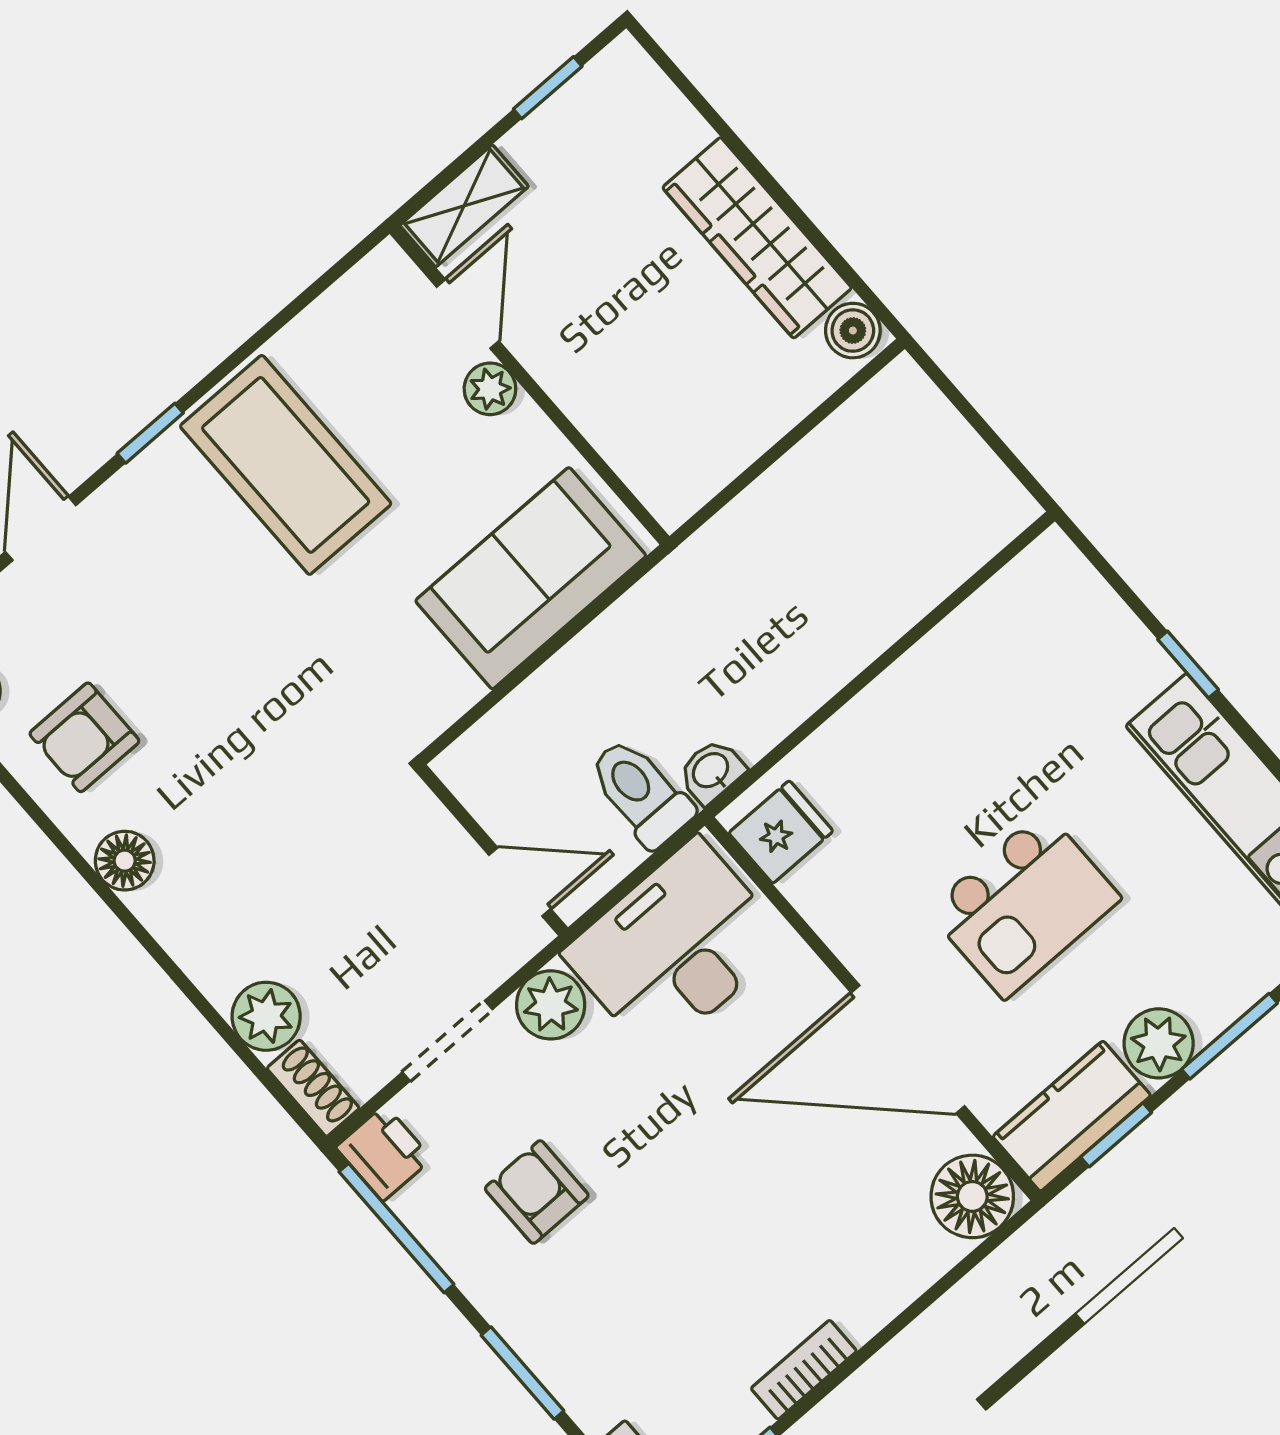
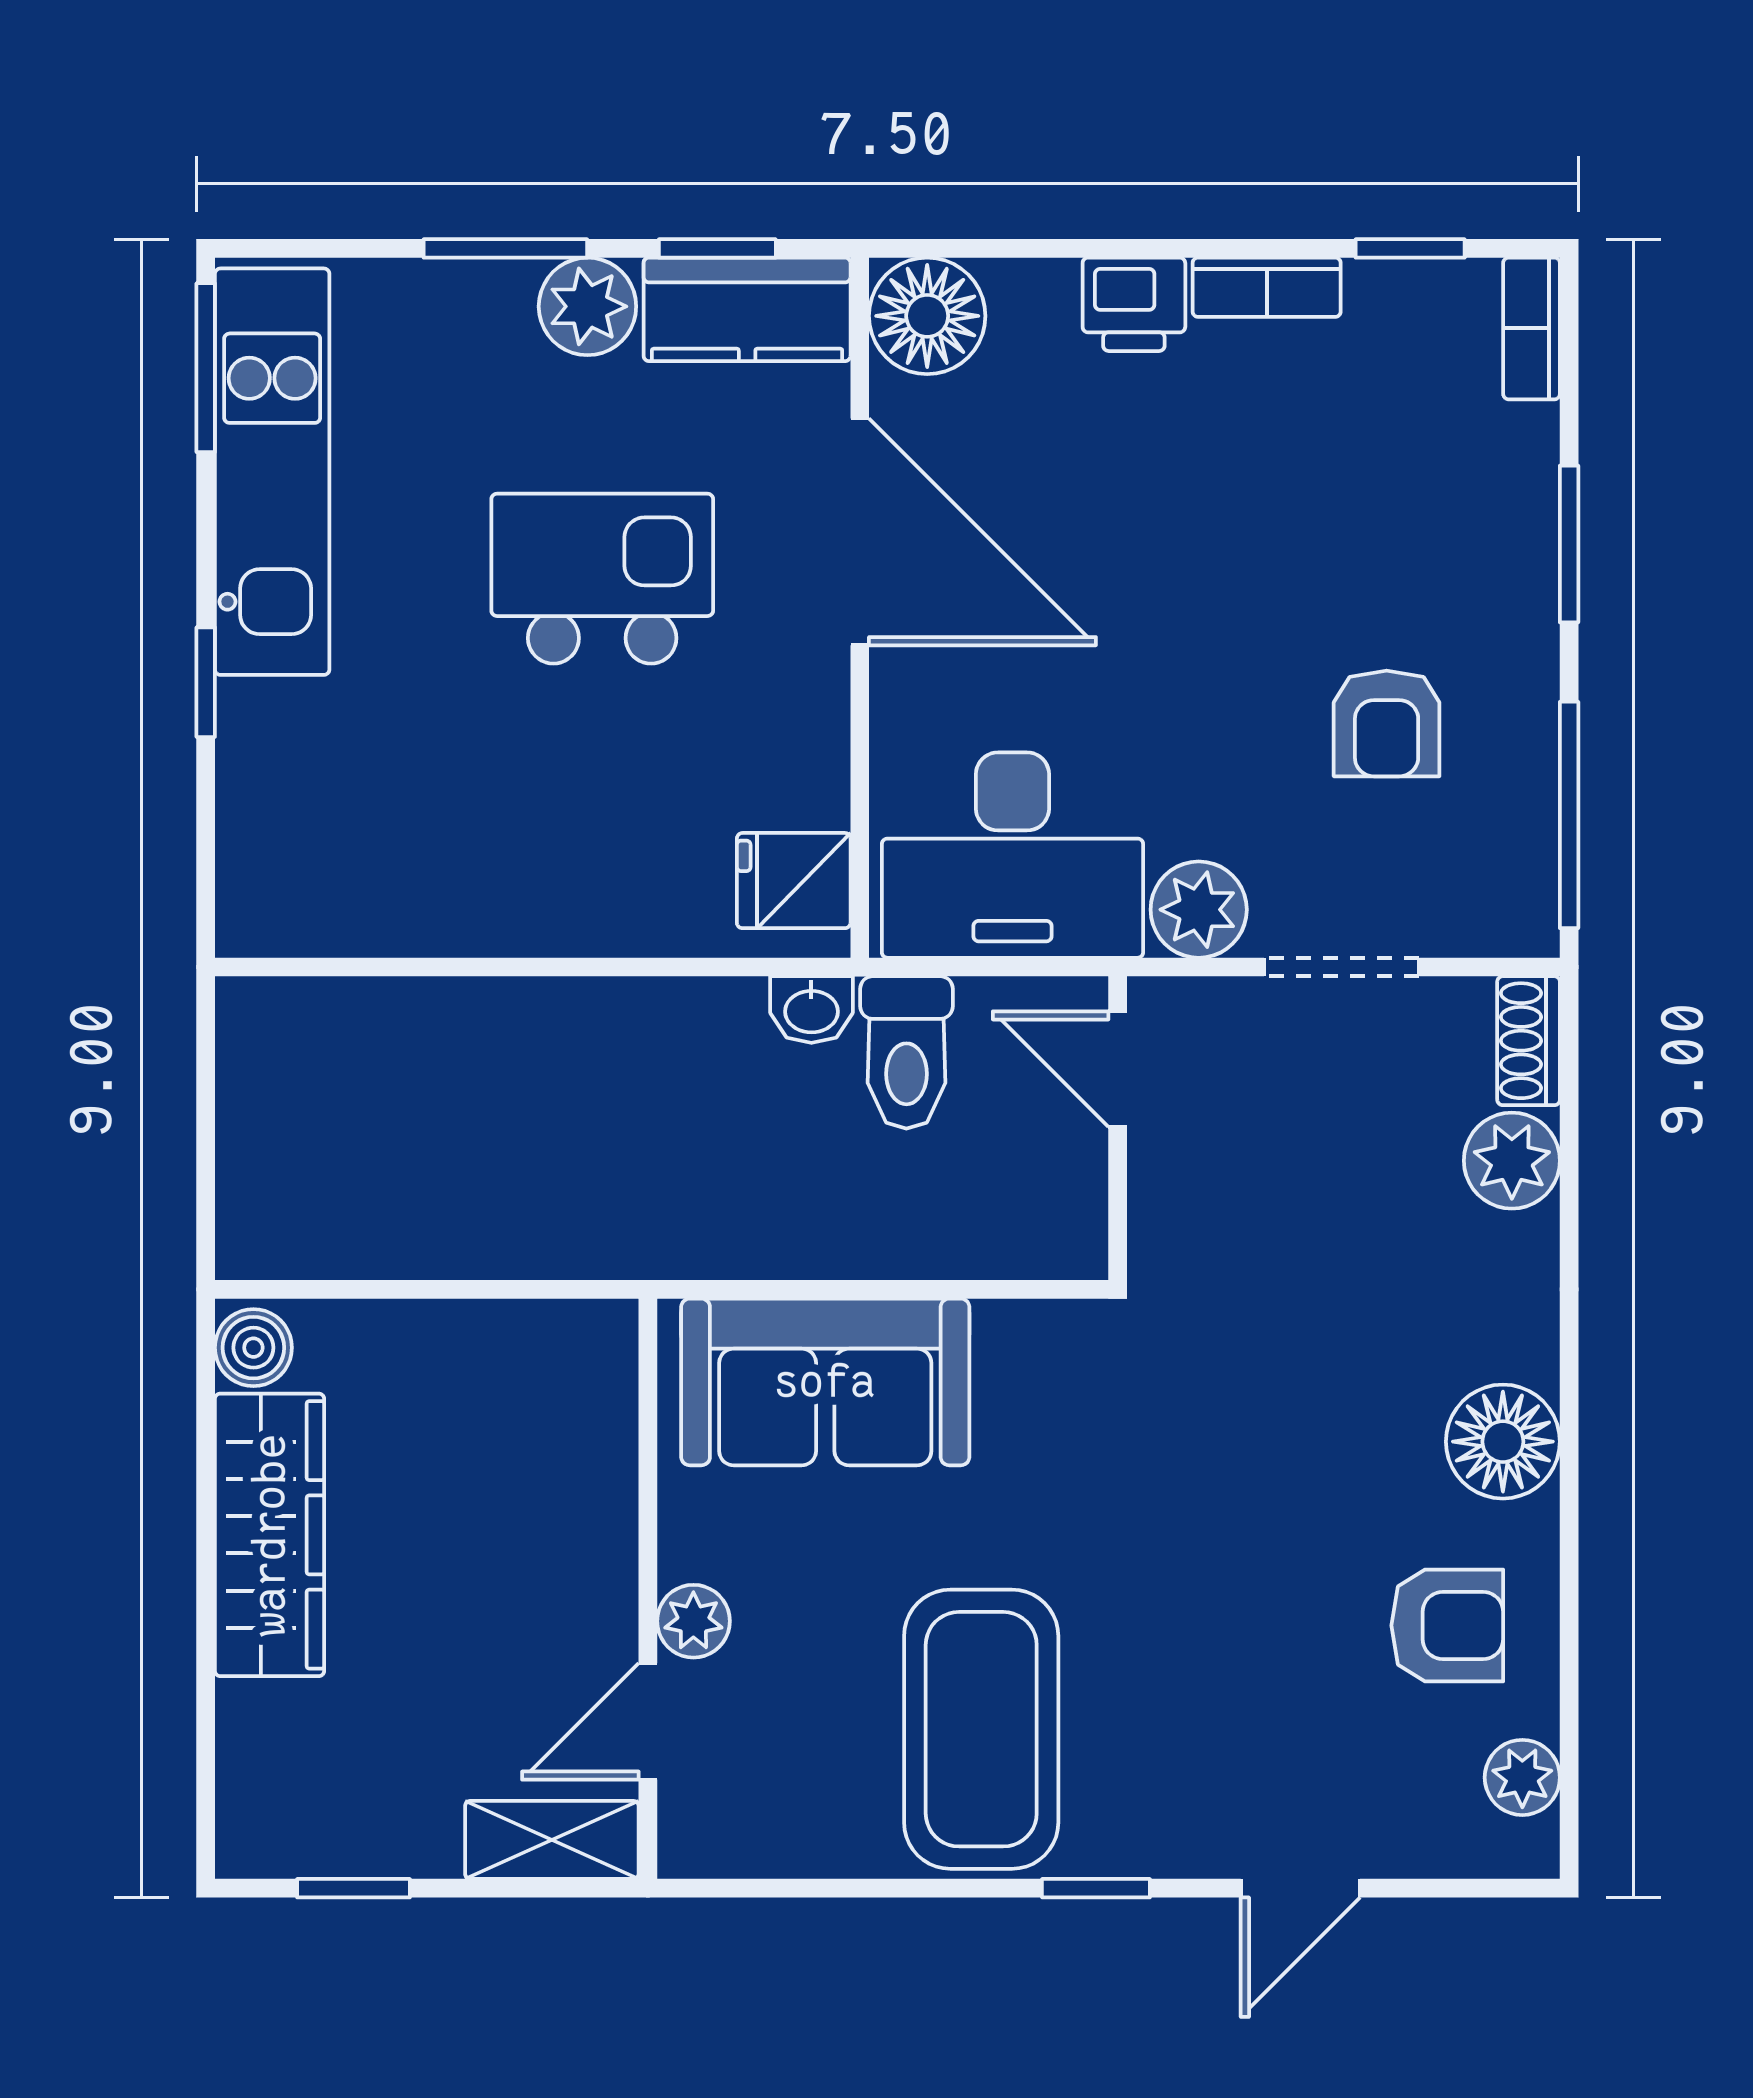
floor lamp: (125, 861) -> (1503, 1442), width x1.38, depth x1.38
printer: (384, 1153) -> (1134, 304), moved, turned -90

